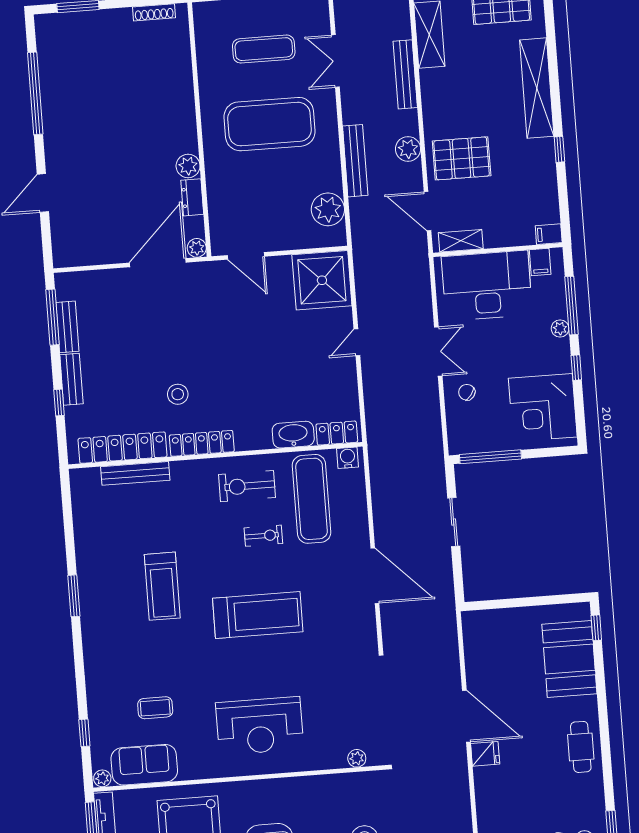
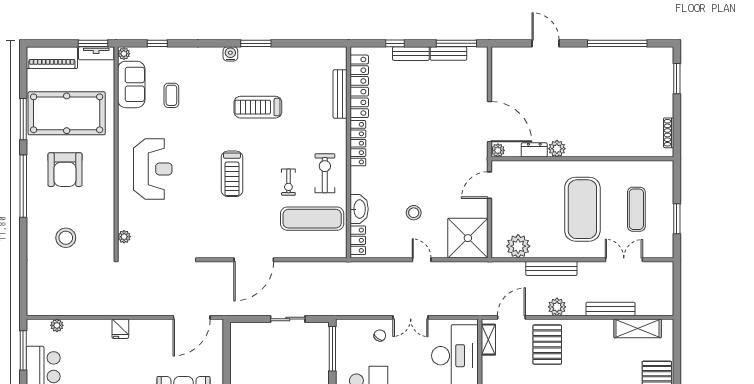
stool: (178, 394) -> (414, 213), moved
water cooler: (348, 458) -> (230, 54), moved, turned -90
treadmill: (258, 615) -> (232, 174), width x0.73, depth x0.73
door: (466, 716) -> (192, 317), moved
reception desk: (260, 726) -> (153, 169), turned 180

